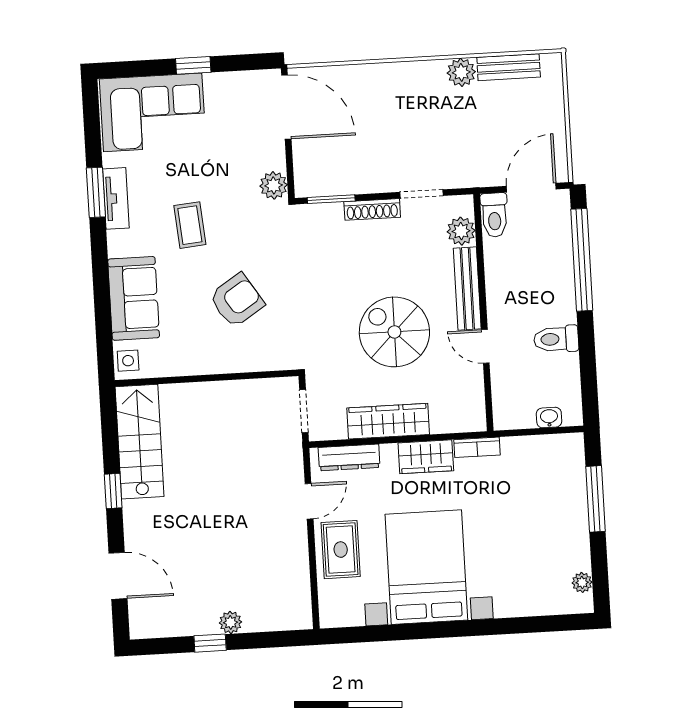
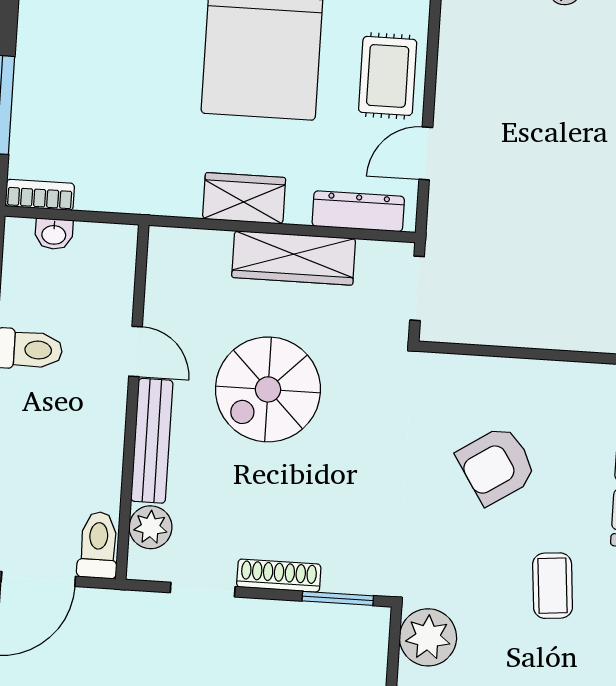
plant: (274, 185) -> (428, 637), width x1.36, depth x1.36
spiral stairs: (394, 332) -> (268, 389), turned 90
bookcase: (477, 447) -> (40, 195), moved

